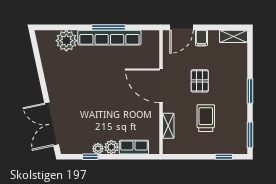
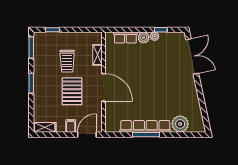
pallet: (200, 81) -> (72, 91), width x1.50, depth x1.42

